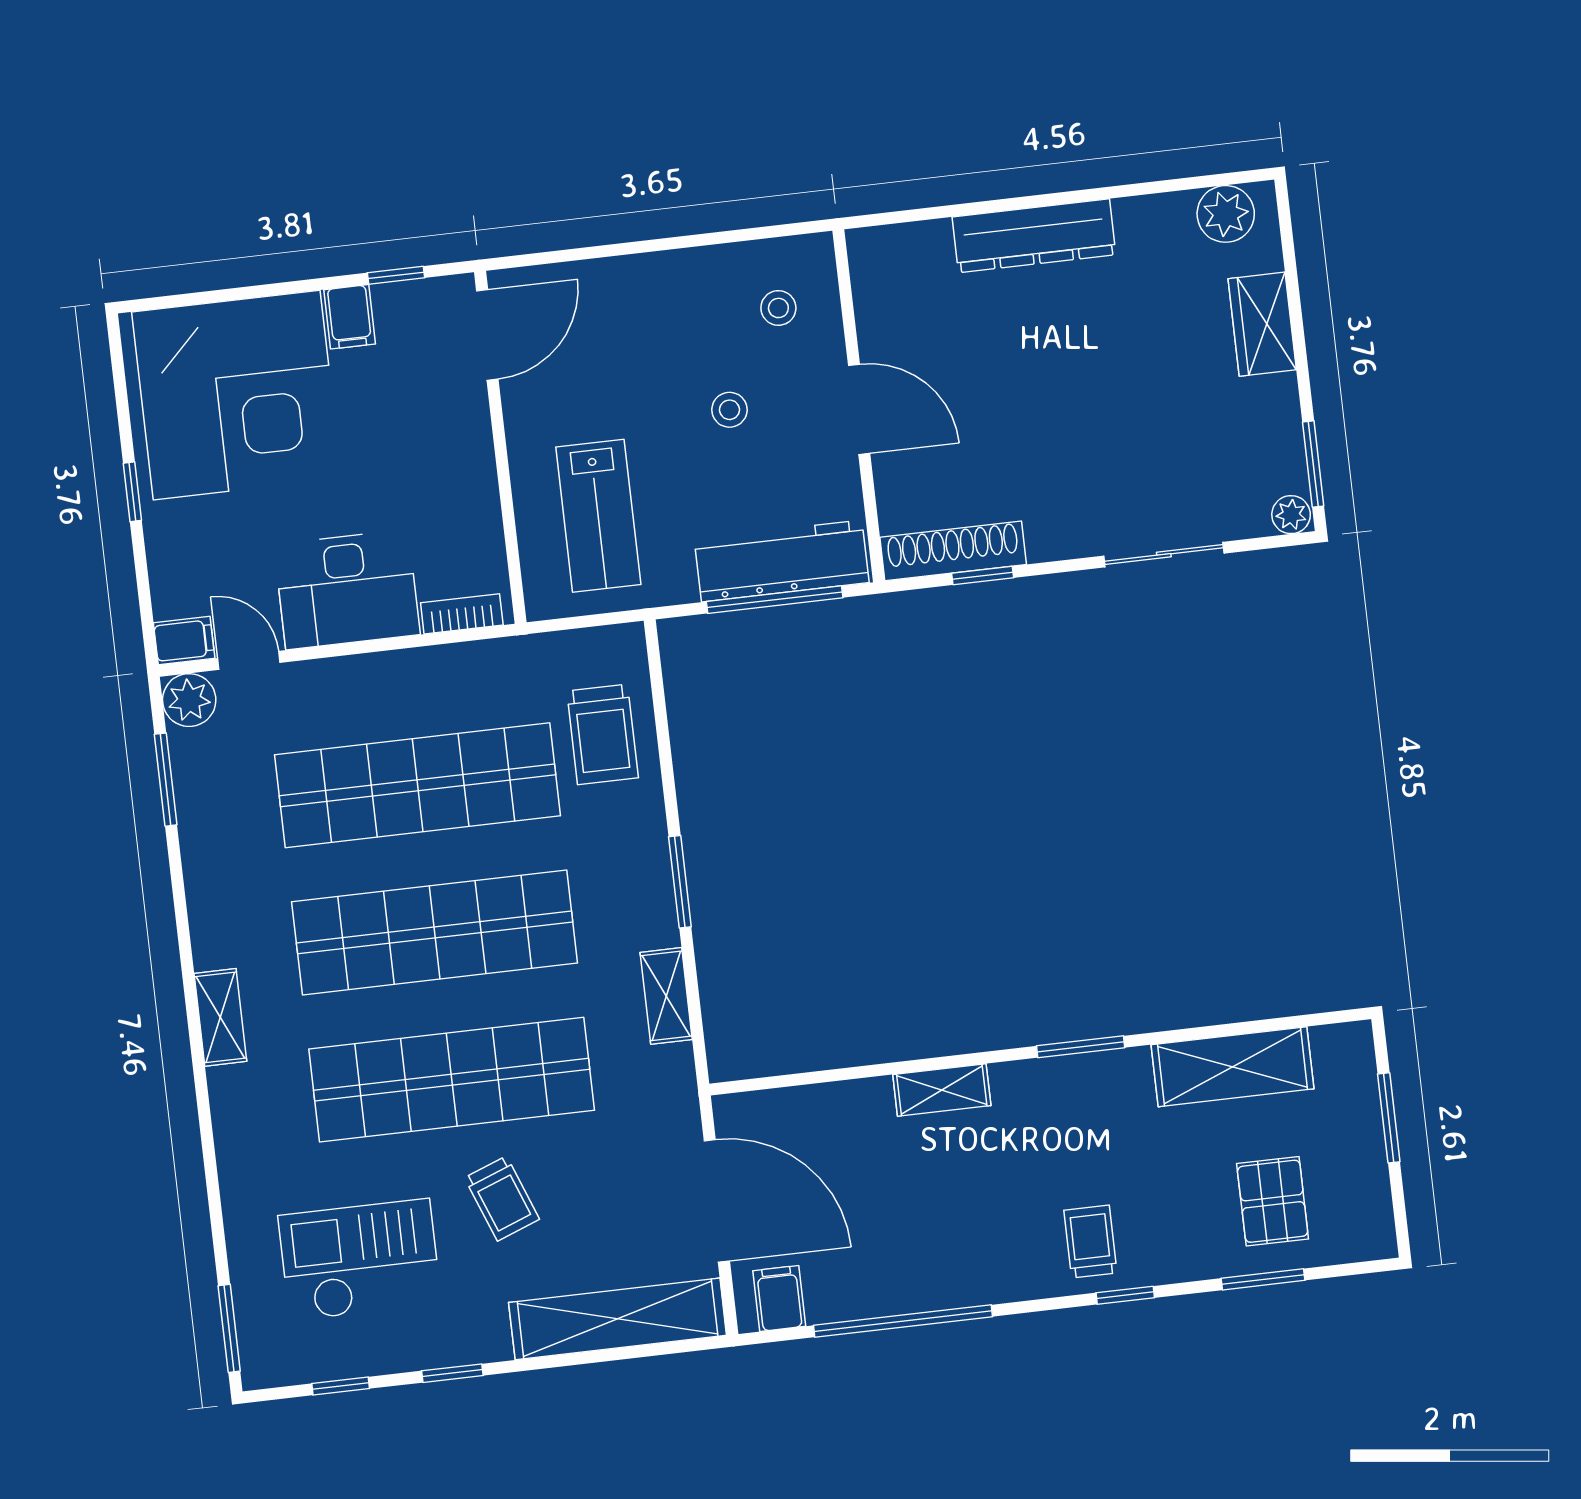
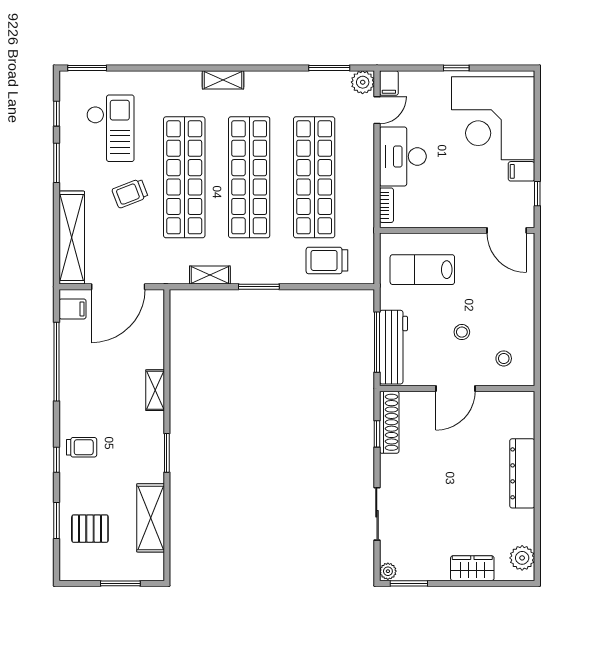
window: (452, 1373) -> (56, 163), width x1.50

